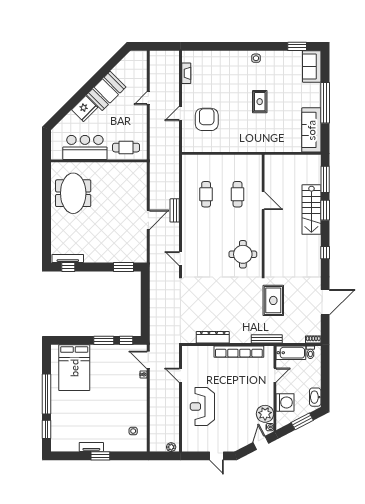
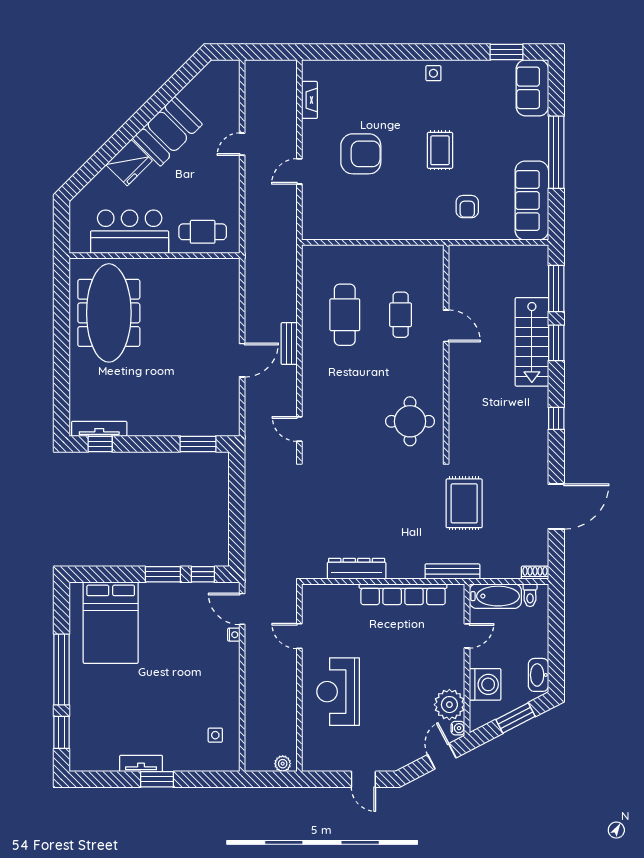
armchair: (207, 119) -> (361, 154), moved, turned 90
armchair: (275, 133) -> (467, 207), added
meeting table: (73, 193) -> (109, 313), width x1.36
cafe table: (206, 194) -> (345, 315), width x1.37, depth x1.35

